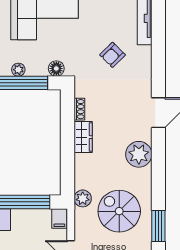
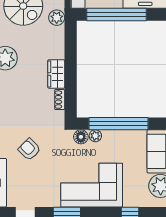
armchair: (112, 55) -> (29, 149), turned -90
plant: (18, 70) -> (95, 136), moved

